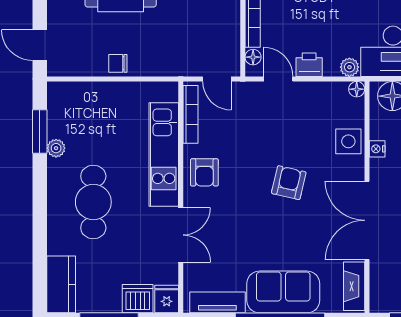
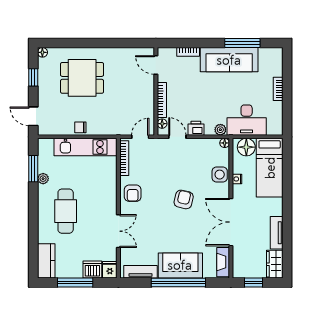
door: (217, 79) -> (140, 137), swing flipped
kitchen unit: (164, 155) -> (86, 147), moved, turned -90

